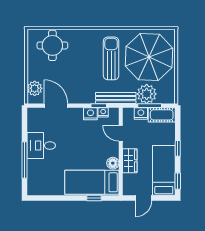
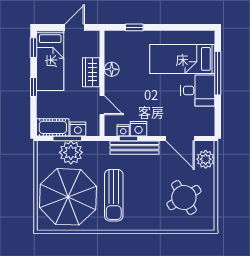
round table: (52, 45) -> (184, 198), moved, turned -31
bench: (116, 98) -> (134, 148), moved
bed: (92, 182) -> (182, 59), moved, turned 180

